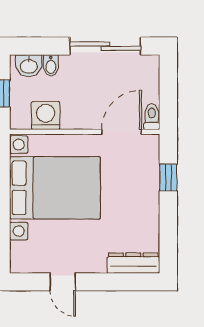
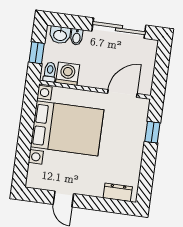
toilet: (152, 117) -> (50, 72), moved
dresser: (133, 263) -> (118, 192), width x0.70

